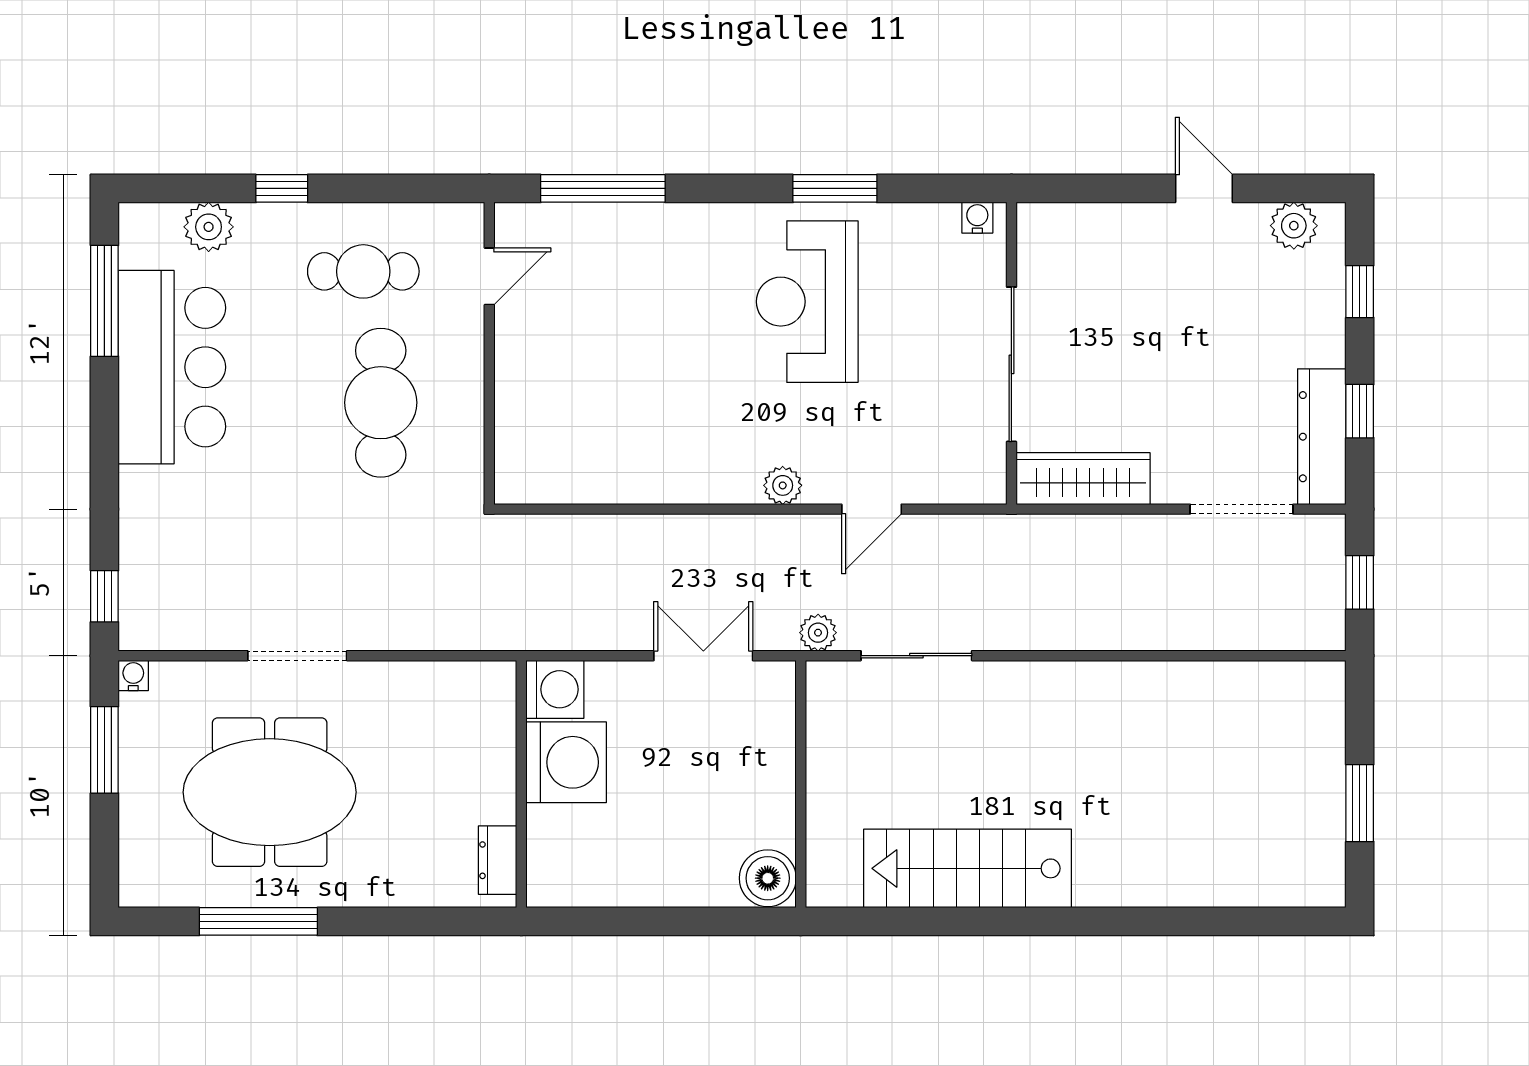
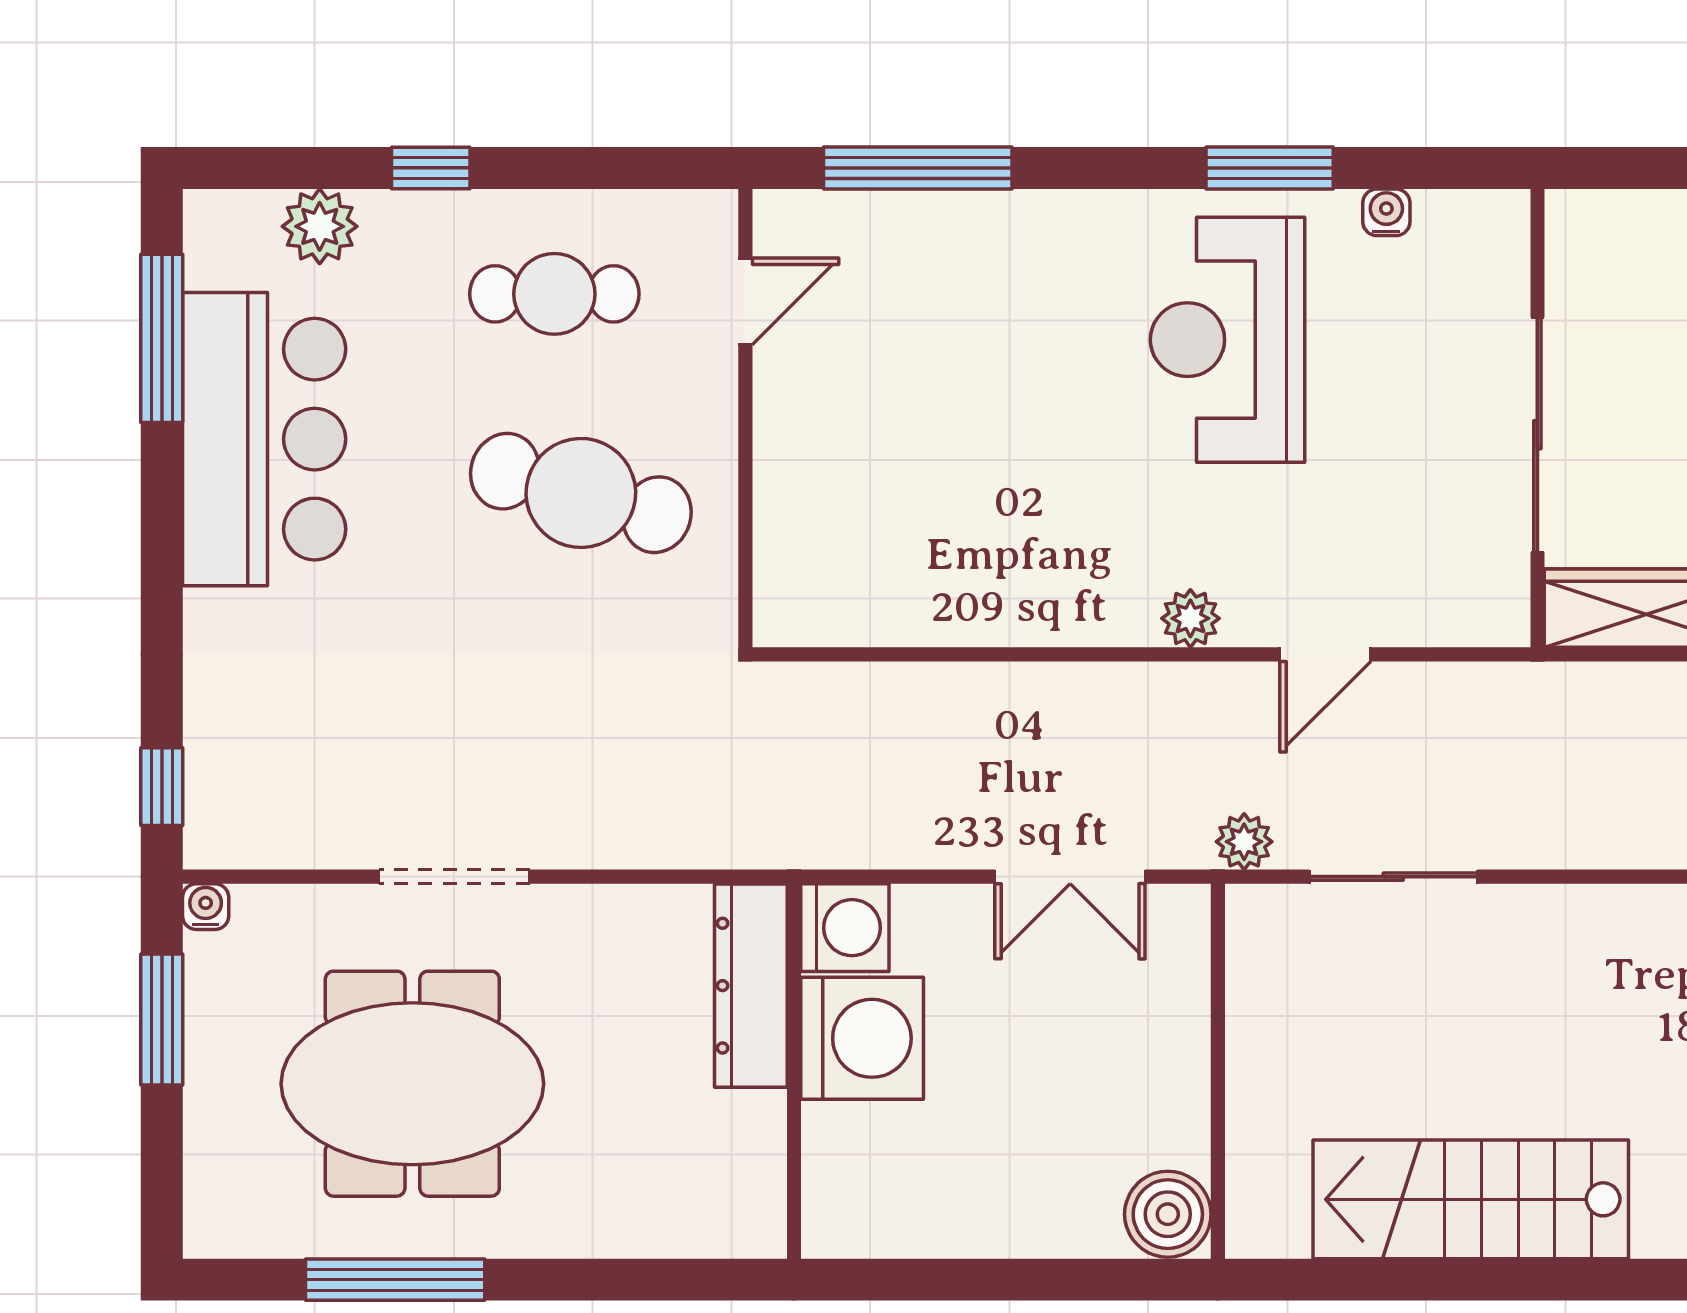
water cooler: (977, 218) -> (1386, 212), moved
cafe table: (381, 403) -> (581, 493), turned -74
double door: (703, 656) -> (1070, 877), swing flipped
dresser: (497, 860) -> (751, 986), moved, width x1.96, depth x1.24

